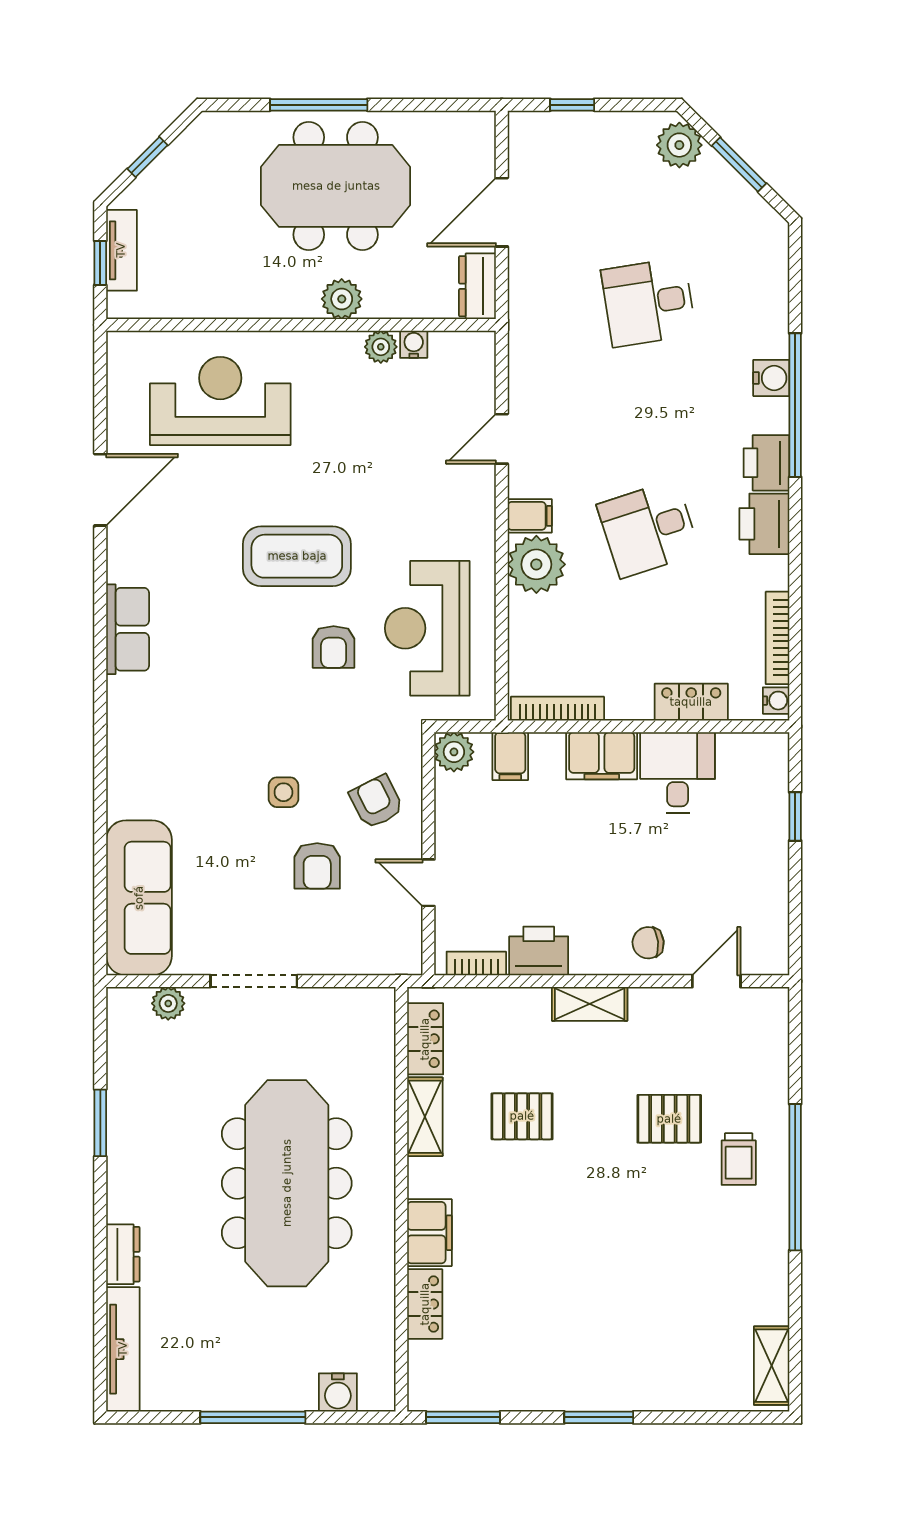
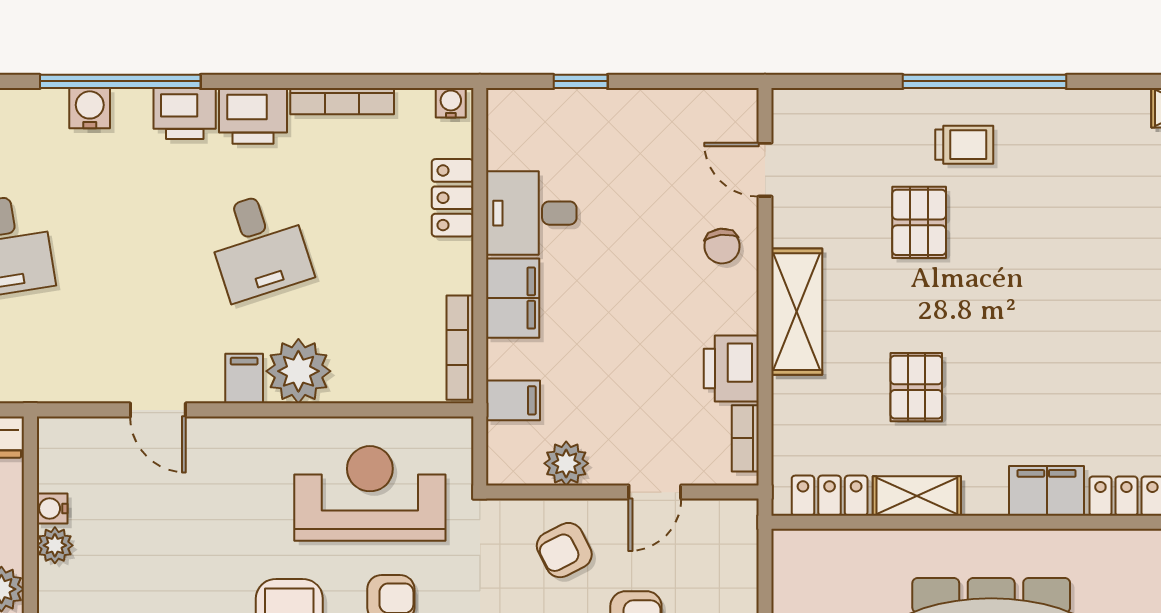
reception desk: (427, 628) -> (370, 493), turned 180
bookcase: (778, 638) -> (342, 101), moved
plant: (454, 752) -> (566, 463), moved
shelving: (590, 1004) -> (797, 312), width x1.50, depth x1.33

